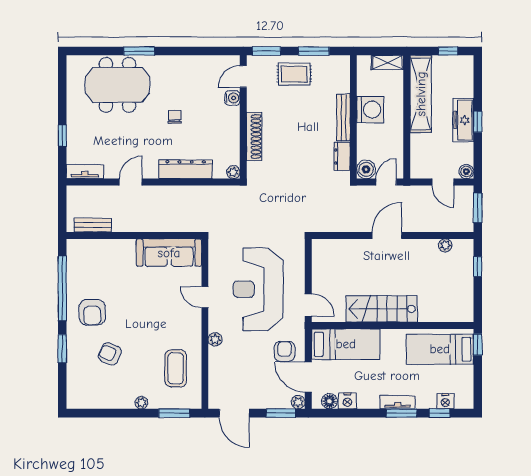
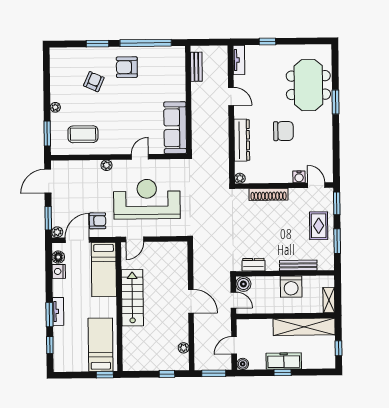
chair: (175, 117) -> (283, 131), width x1.87, depth x1.87
bench: (343, 117) -> (298, 265), moved
nightstand: (445, 401) -> (59, 349), removed

